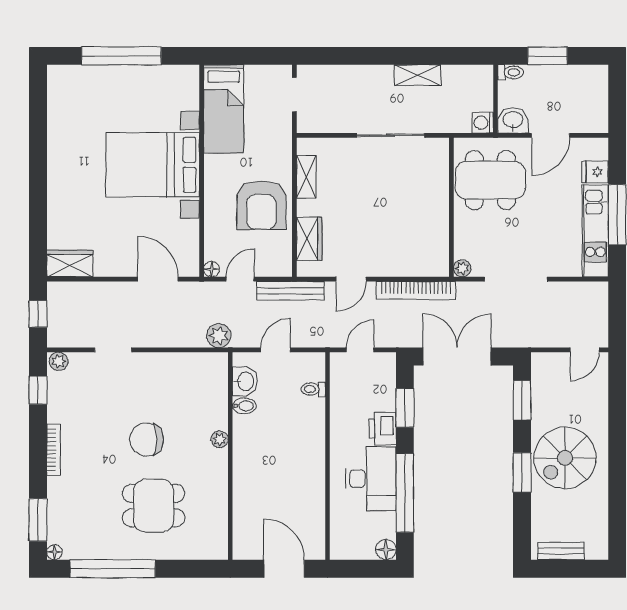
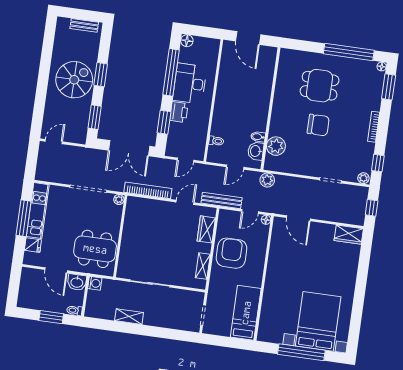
door: (551, 135) -> (56, 270), swing flipped
bed with nightstands: (153, 165) -> (318, 321), moved, turned -90
plant: (220, 439) -> (276, 146), moved, width x1.87, depth x1.87

